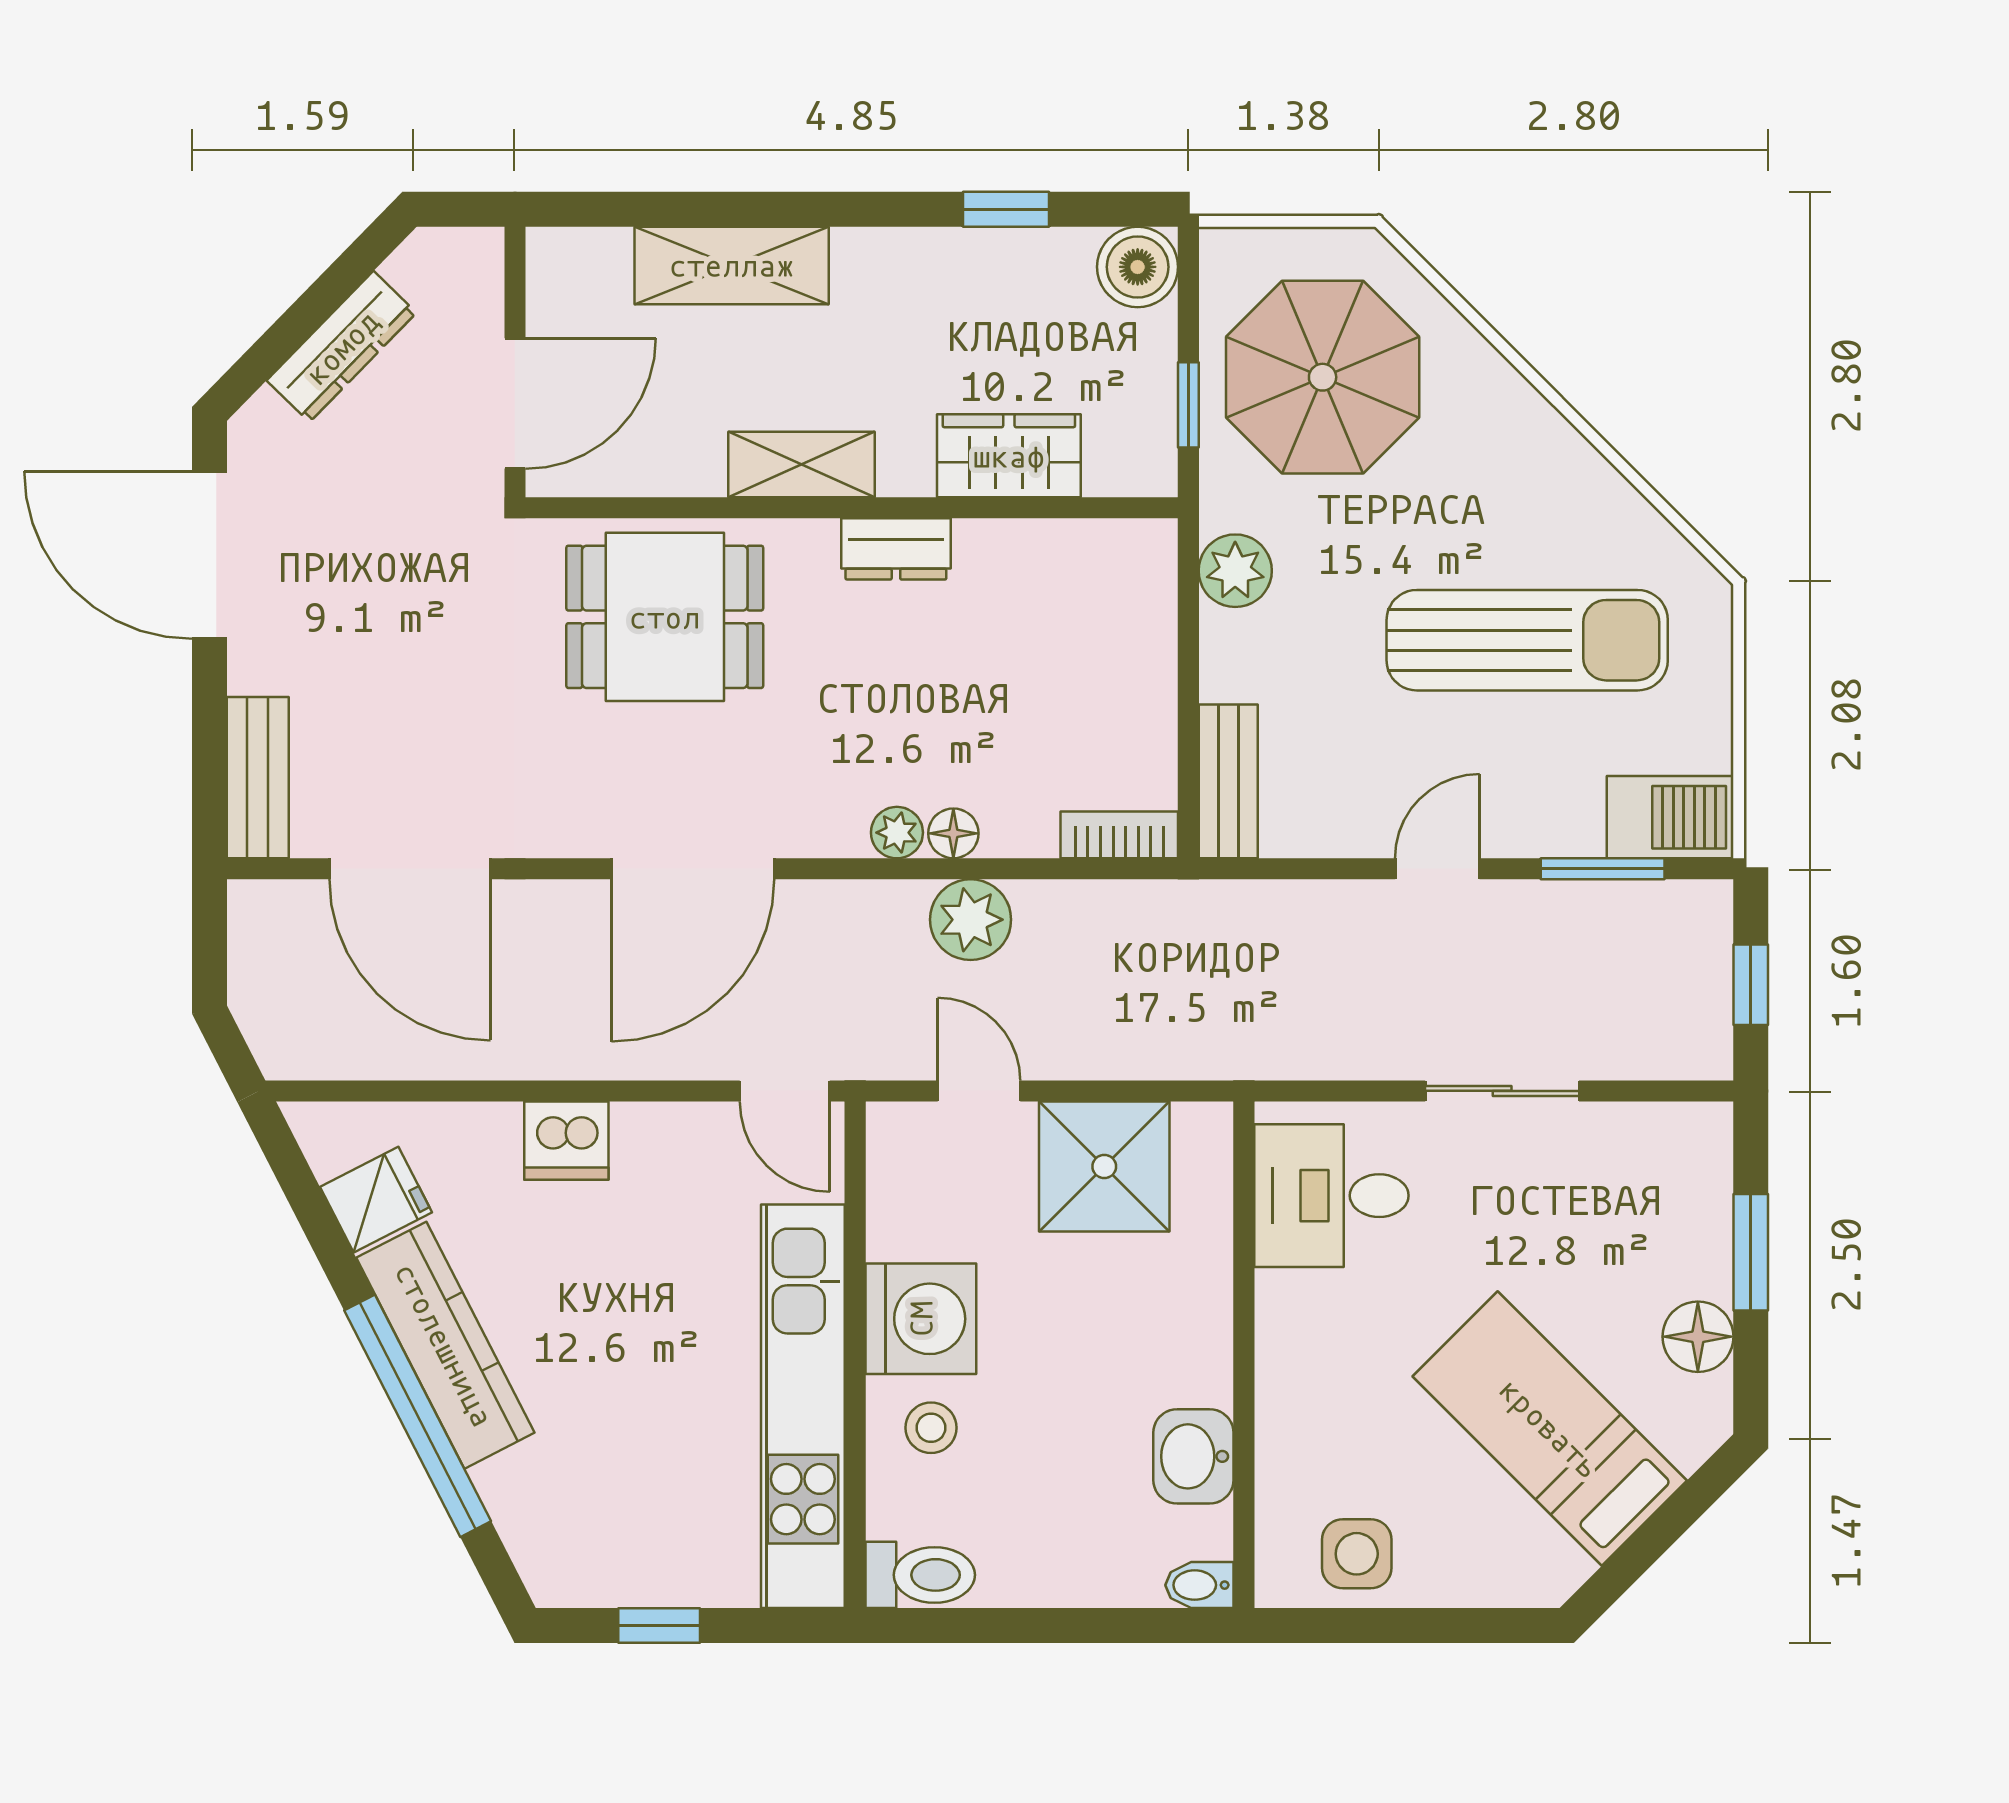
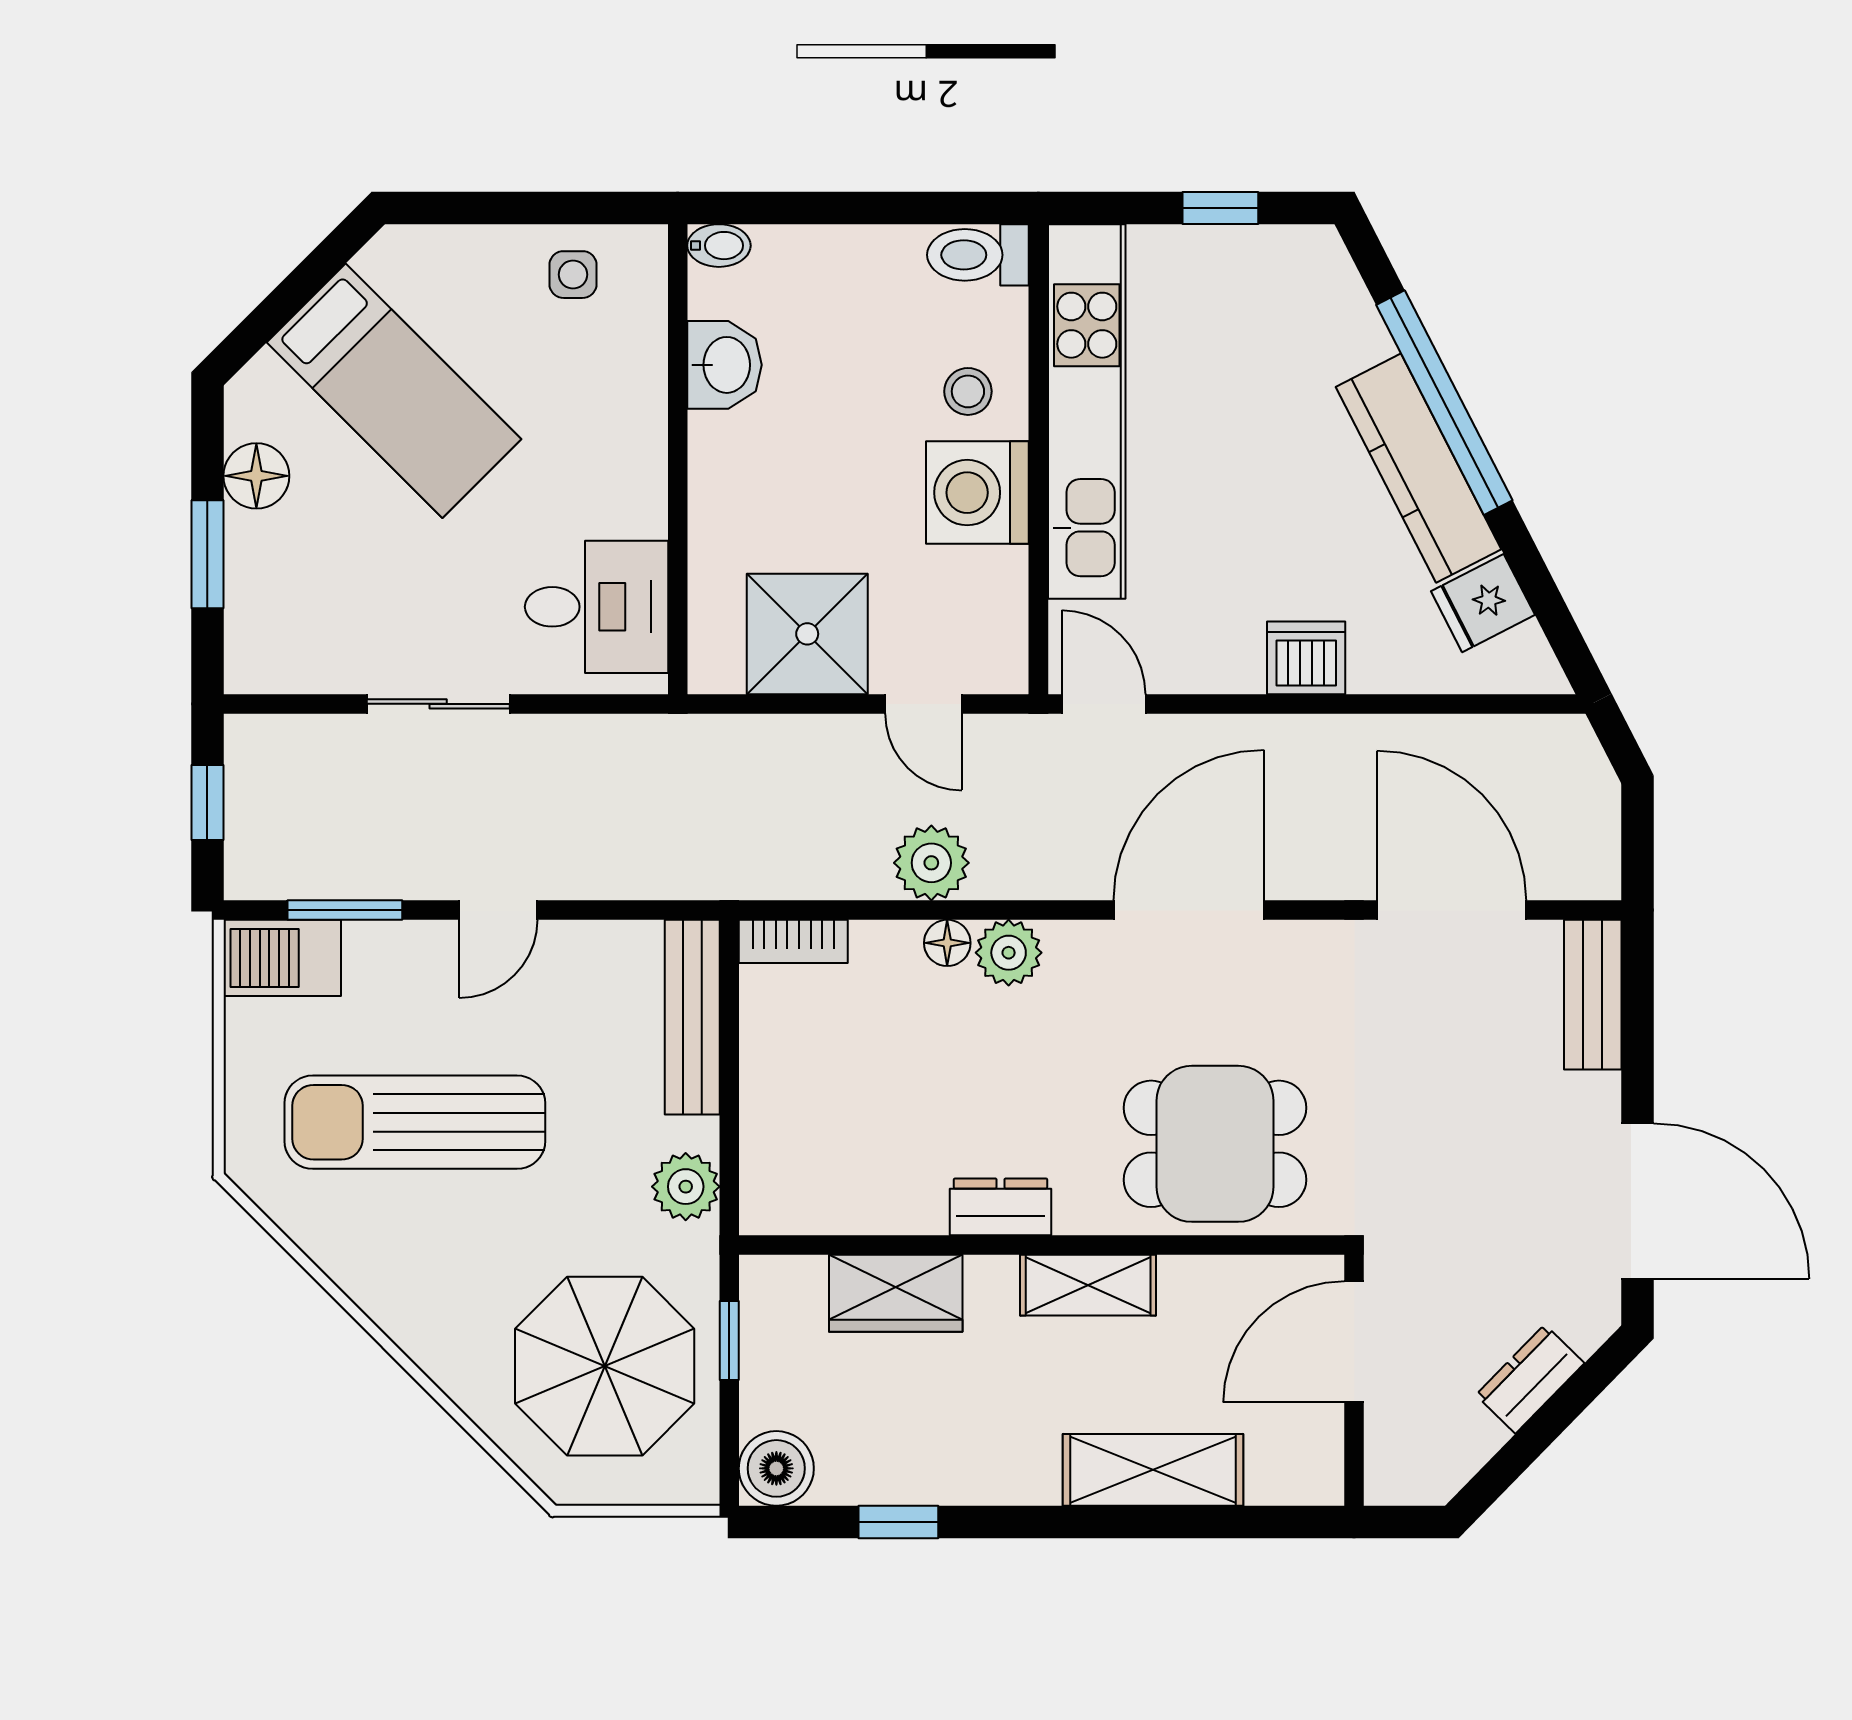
dresser: (342, 347) -> (1530, 1379), width x0.70
bench: (1228, 781) -> (692, 1017), width x1.36
plant: (897, 833) -> (1009, 953), width x1.38, depth x1.38
side table: (1357, 1554) -> (573, 275), width x0.73, depth x0.73

